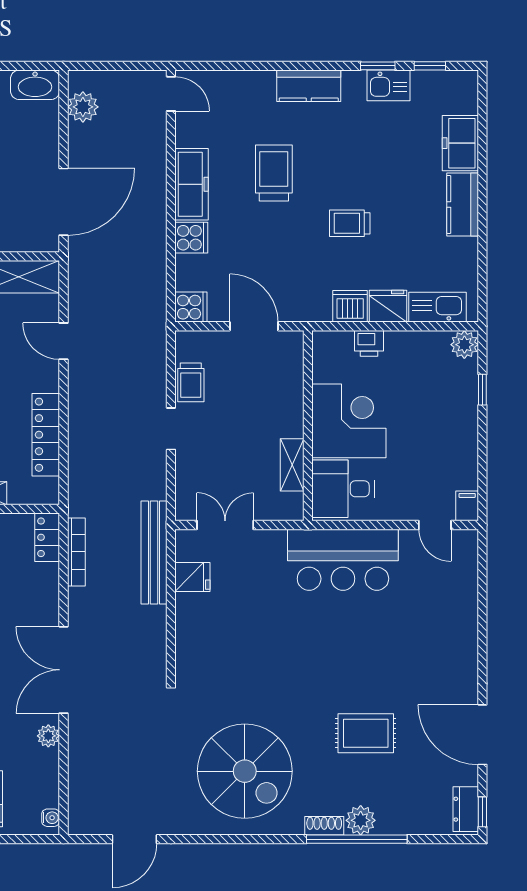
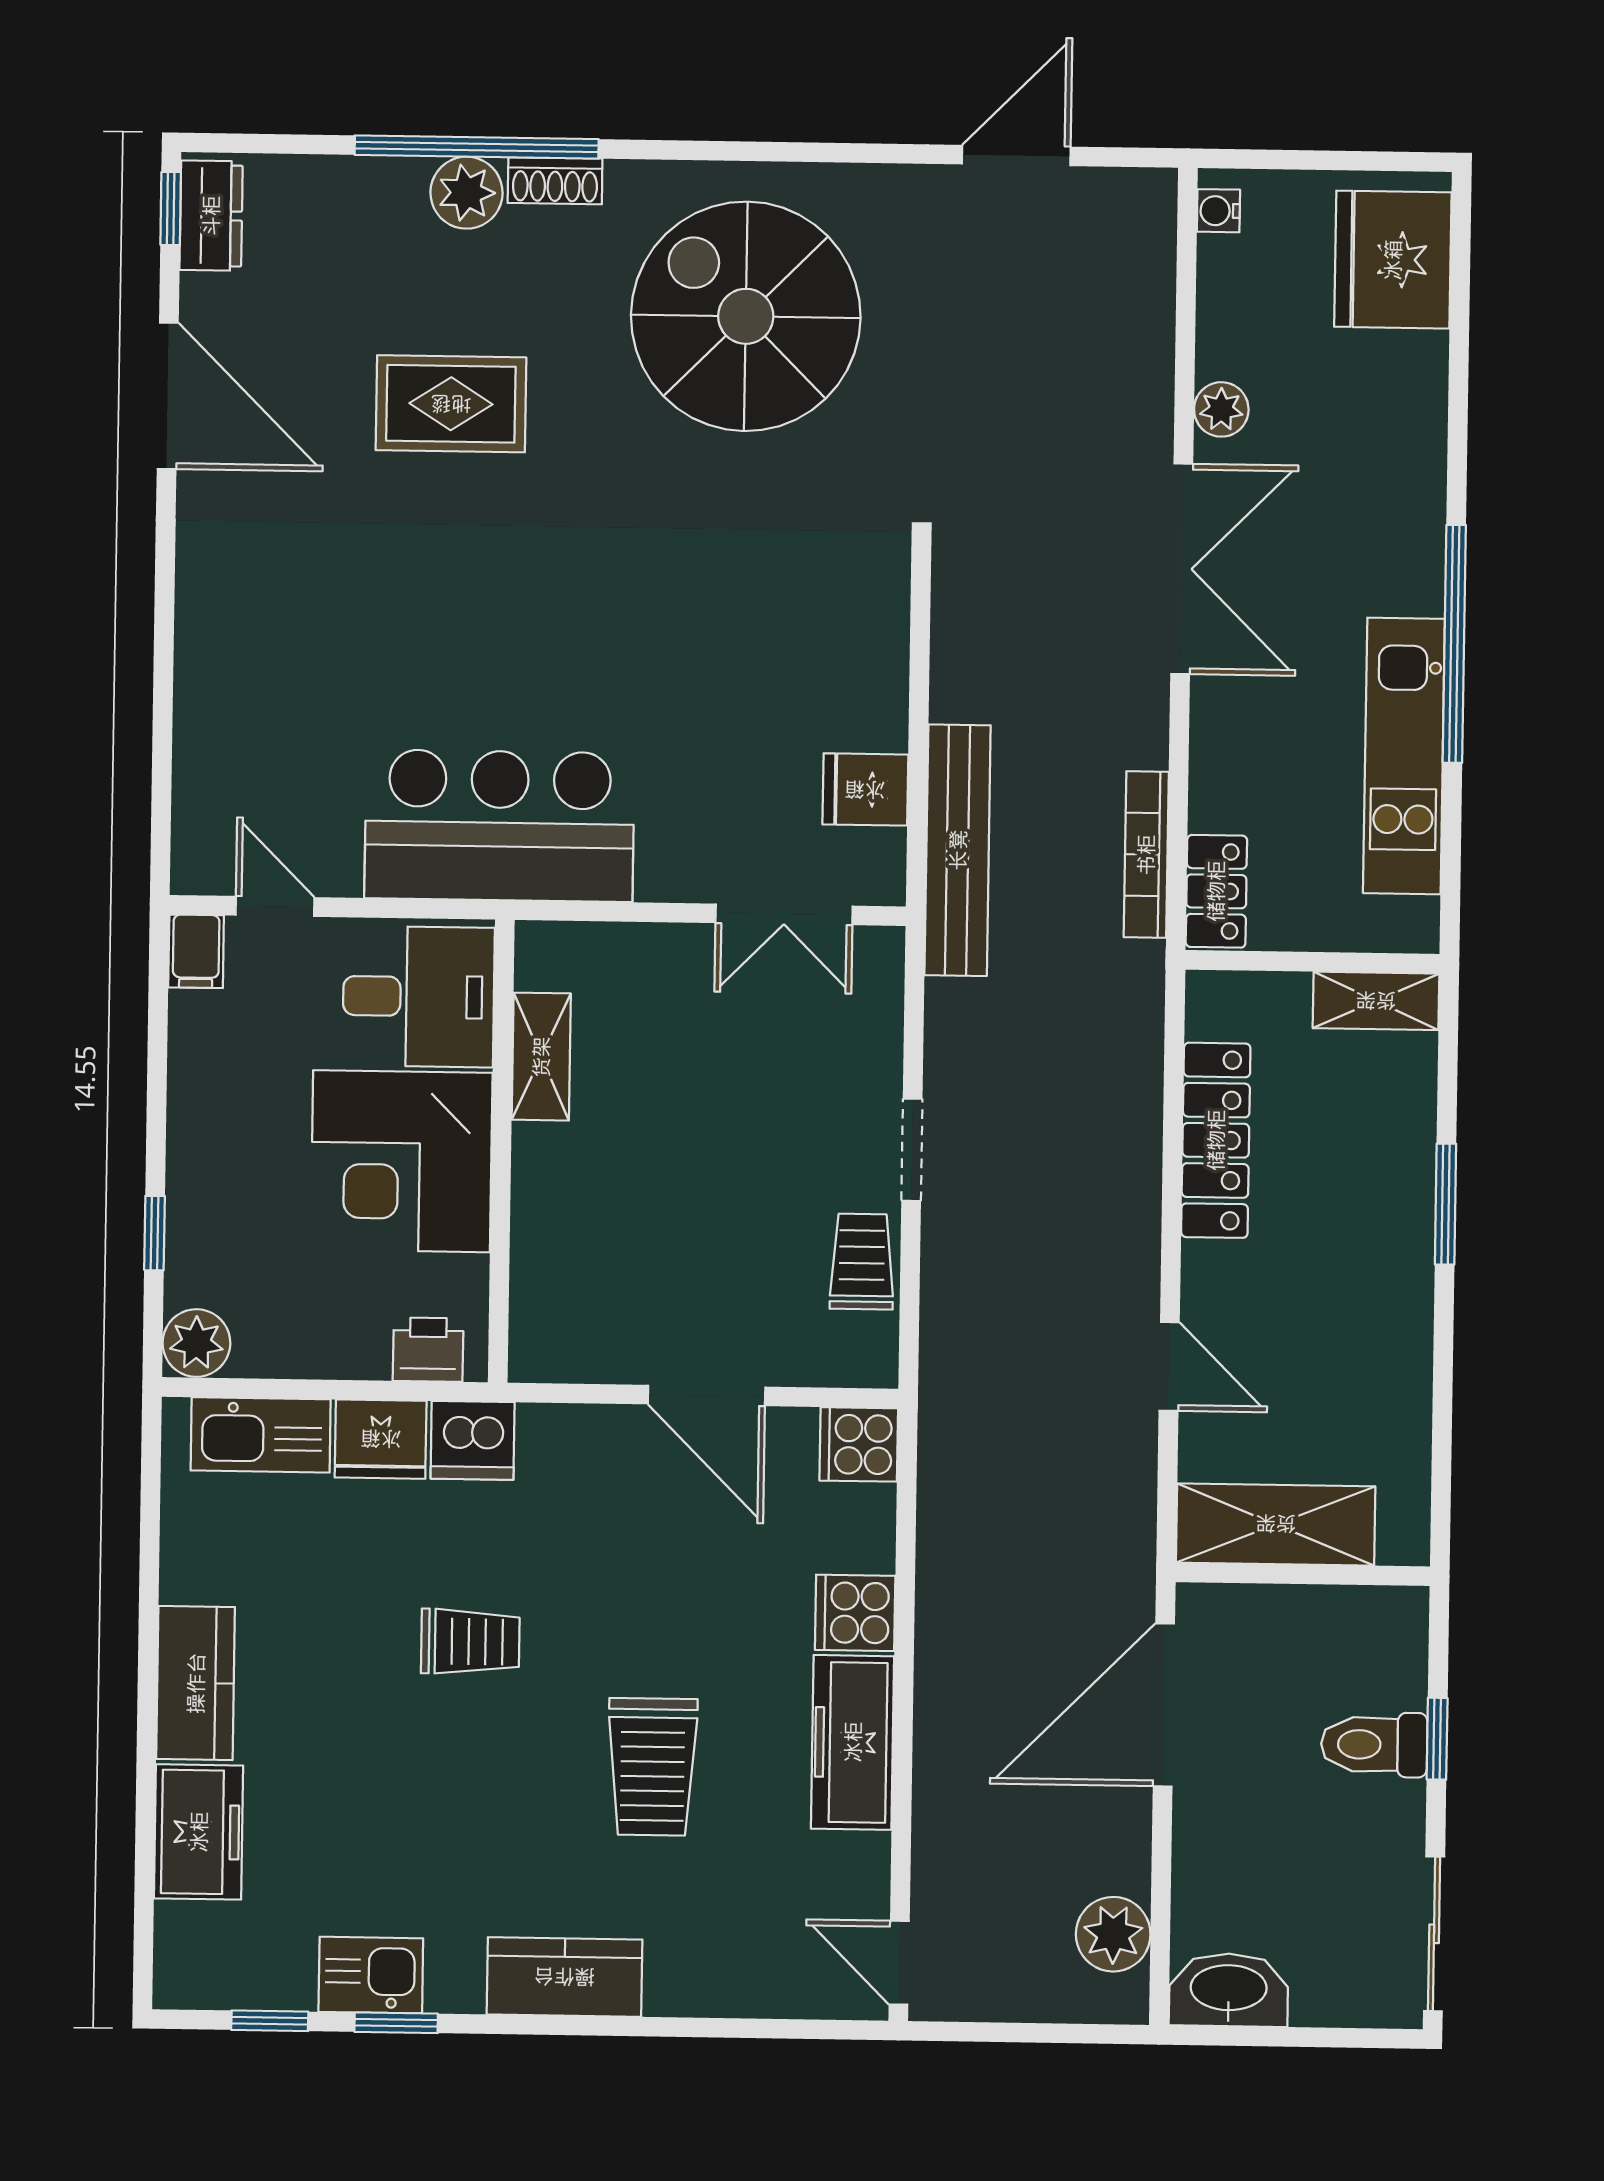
corner desk: (349, 421) -> (402, 1161), moved
wall: (308, 426) -> (501, 1151), moved
shelving: (292, 465) -> (541, 1057), moved
desk: (343, 489) -> (419, 997), moved

